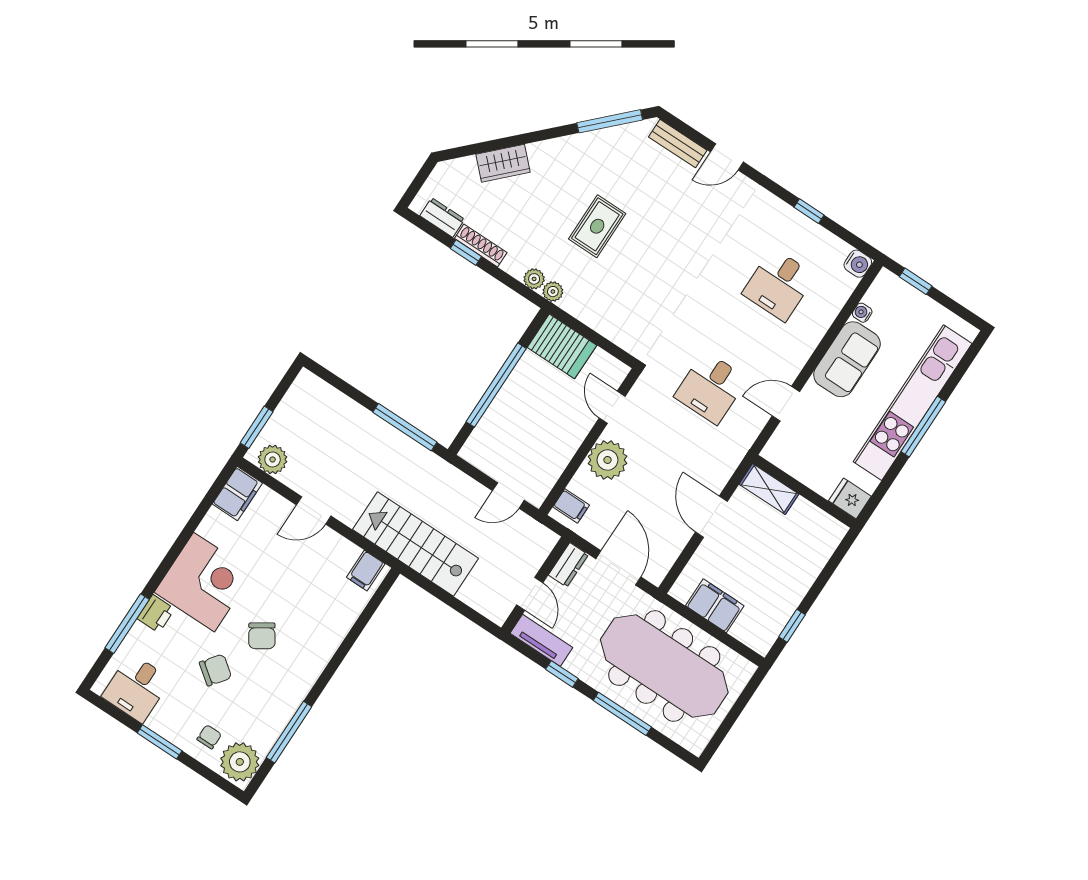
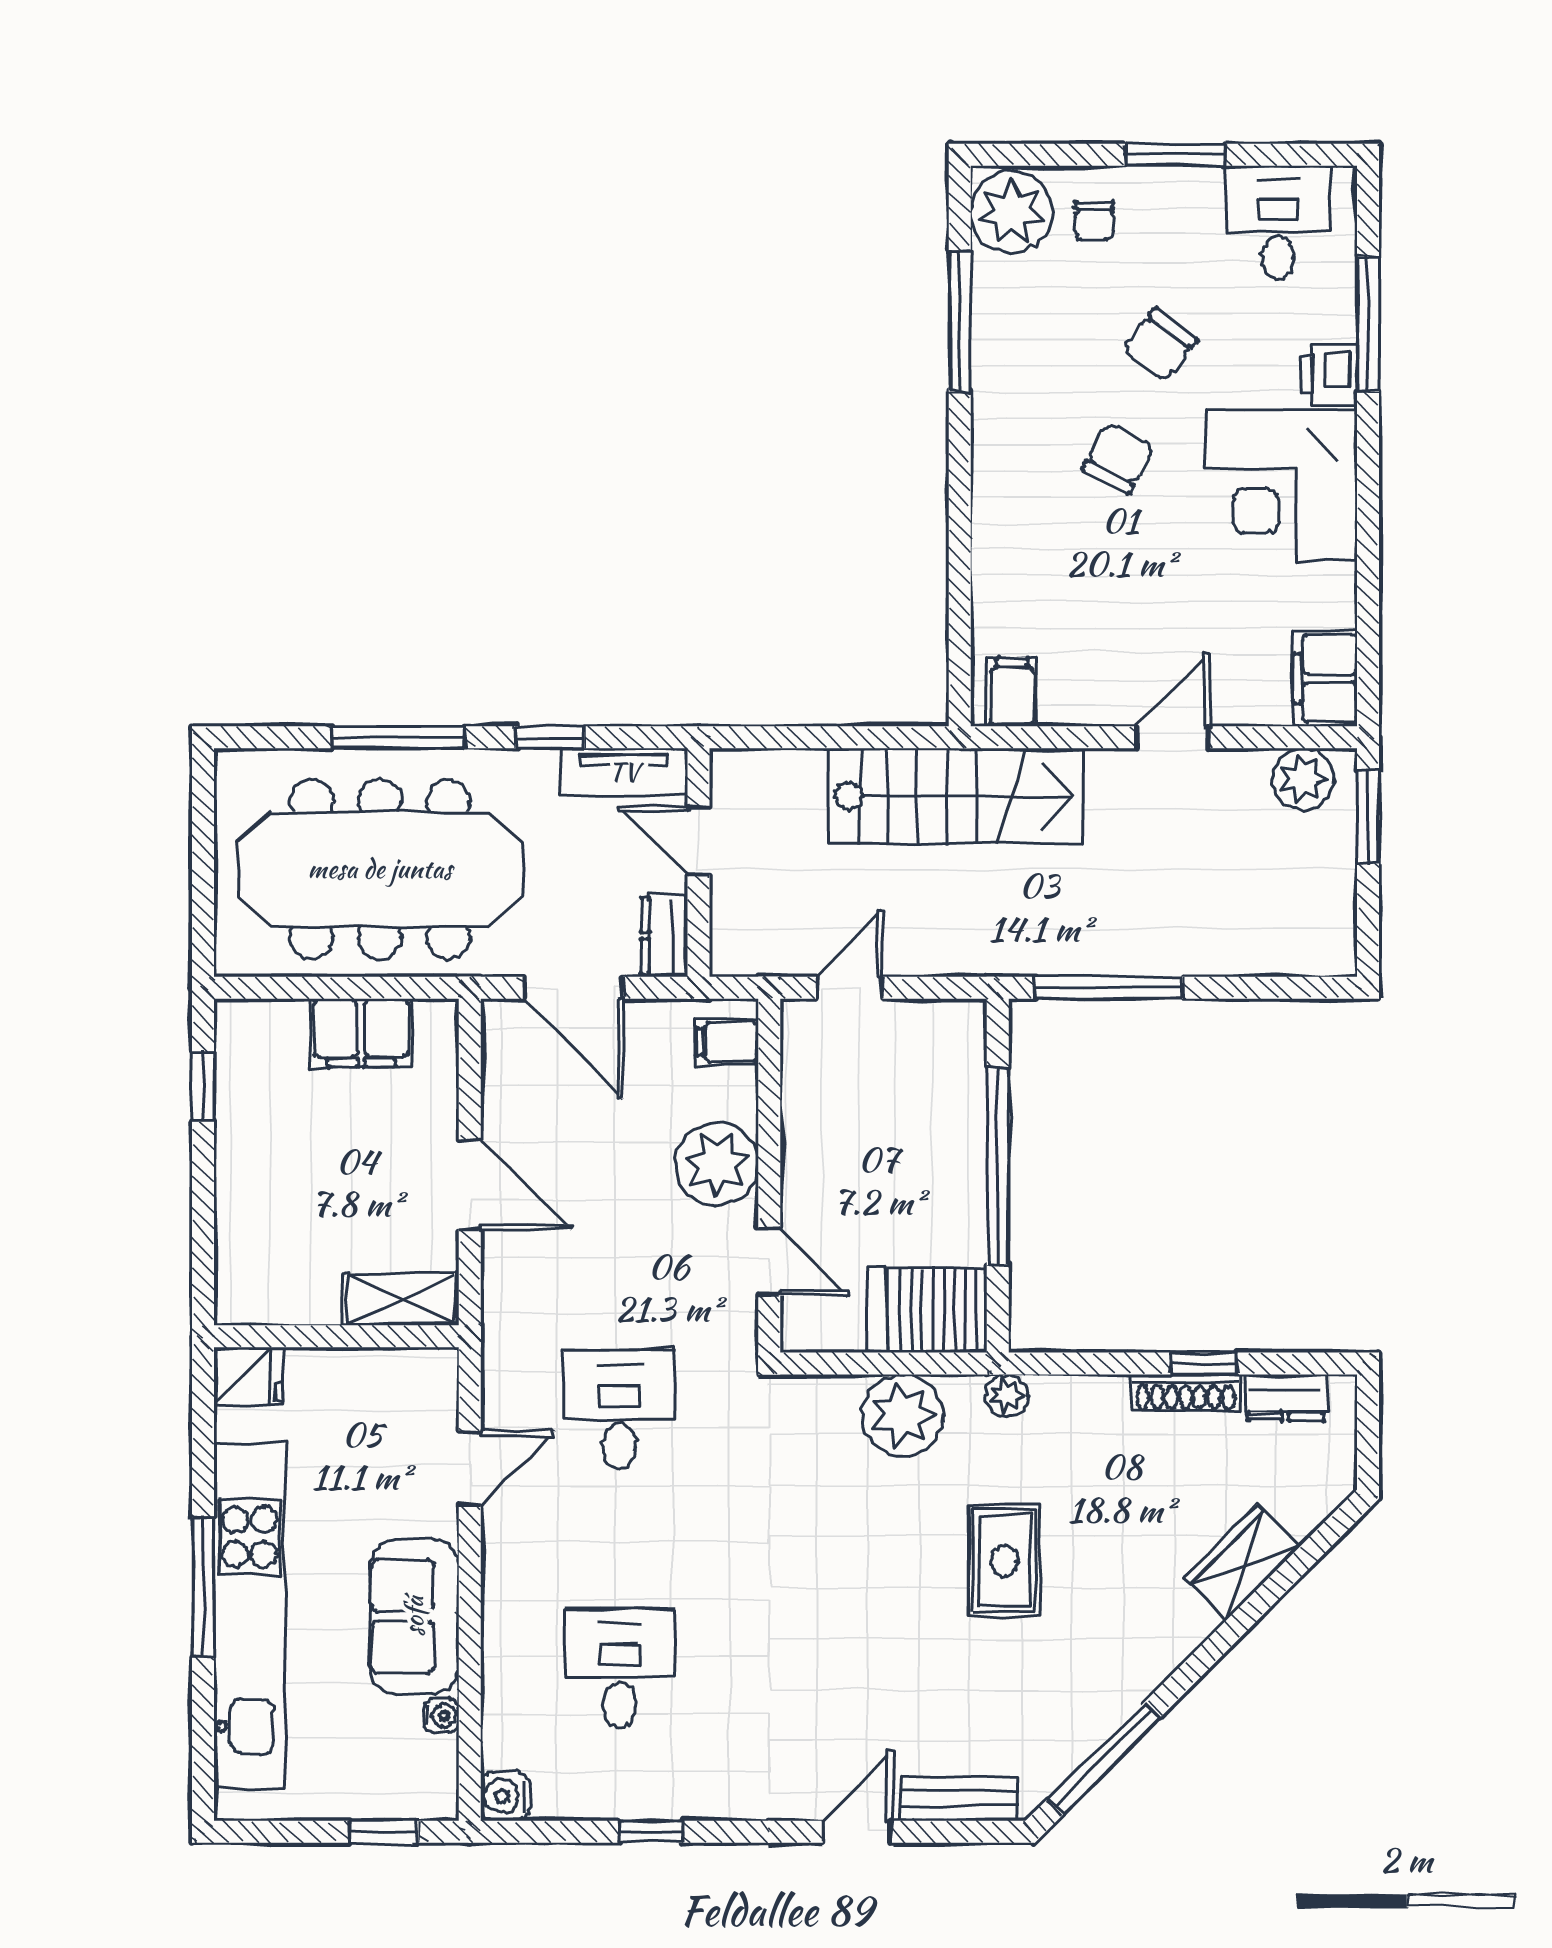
plant: (534, 279) -> (903, 1415), moved, width x1.88, depth x1.88
chair: (262, 636) -> (1118, 458), turned 61

